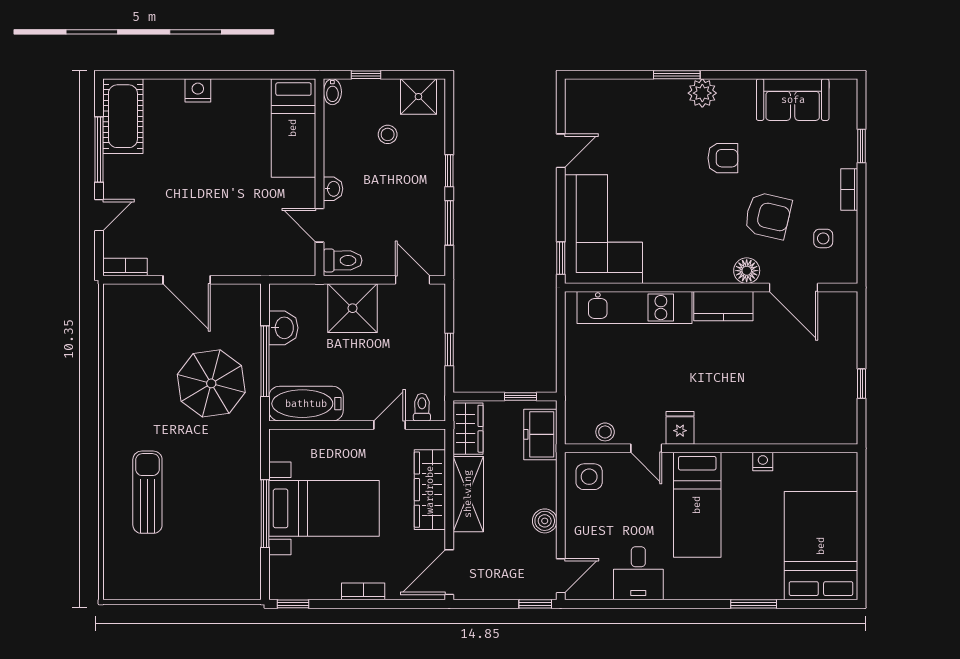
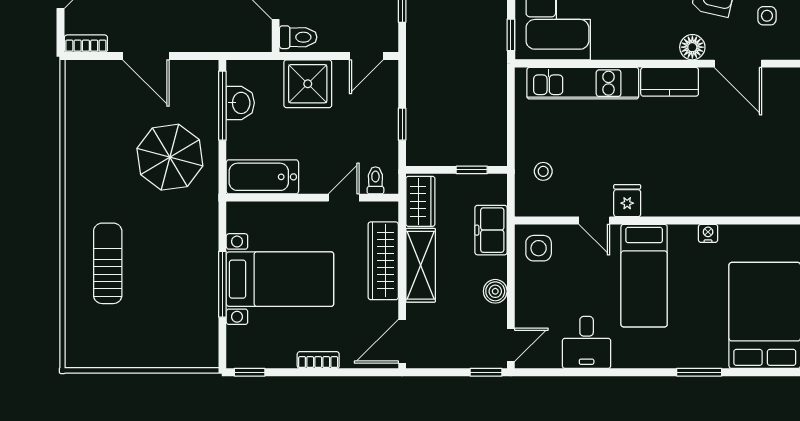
door: (412, 280) -> (366, 56), swing flipped
window: (265, 361) -> (222, 106), moved
stool: (605, 432) -> (543, 171), moved
freezer: (540, 434) -> (491, 230), moved

